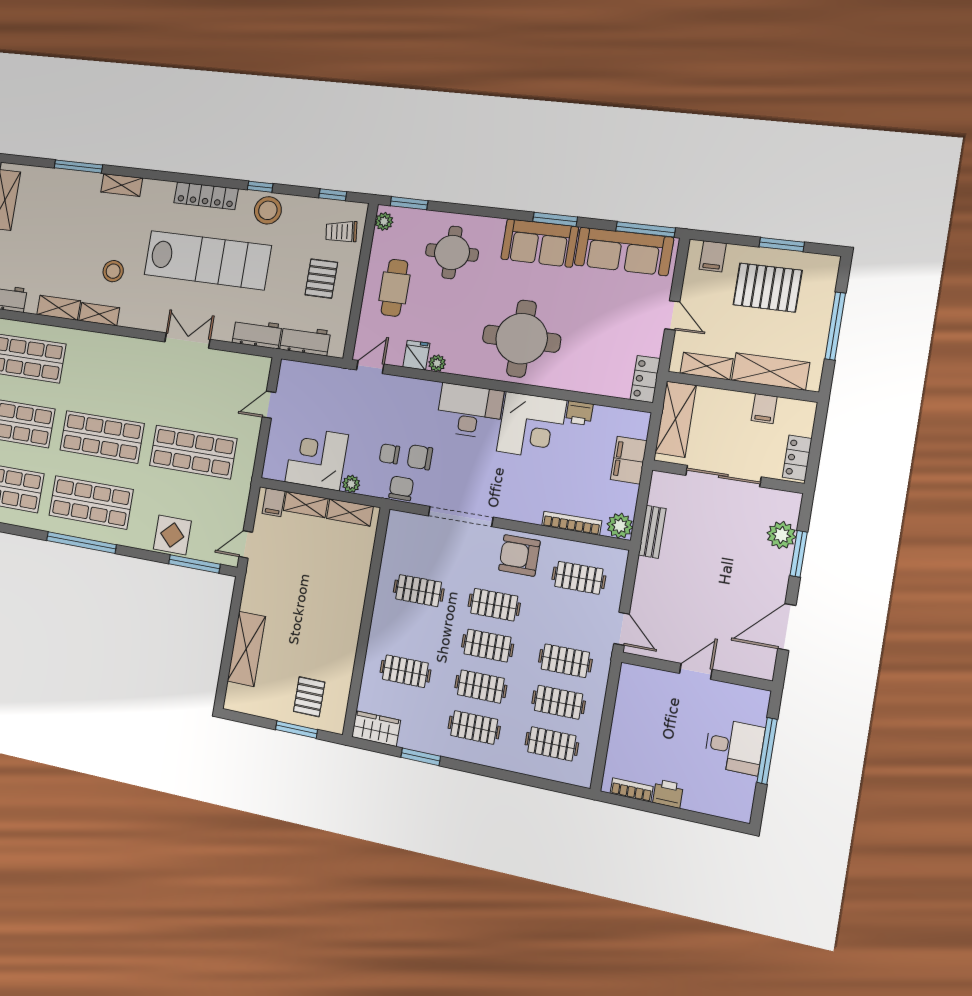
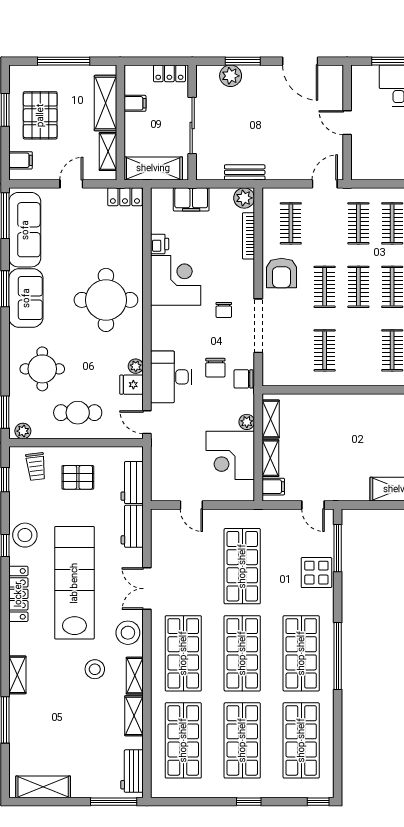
stool: (145, 313) -> (128, 633), added
shop shelf: (113, 371) -> (183, 653), added
desk: (470, 411) -> (171, 377), moved
chair: (389, 454) -> (224, 310), moved

